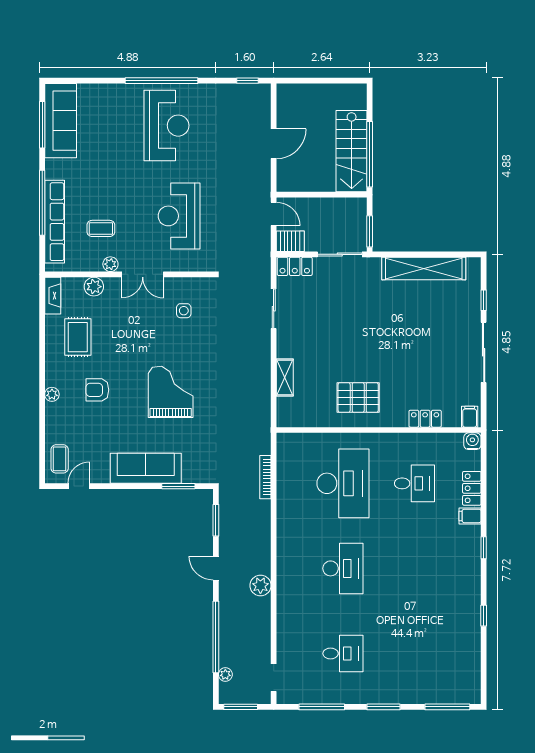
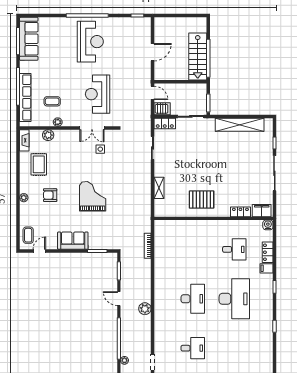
double door: (143, 274) -> (92, 128), moved
filing cabinet: (470, 417) -> (262, 211), width x2.00
sofa: (146, 468) -> (73, 241), width x0.73
desk: (343, 483) -> (234, 299), moved

